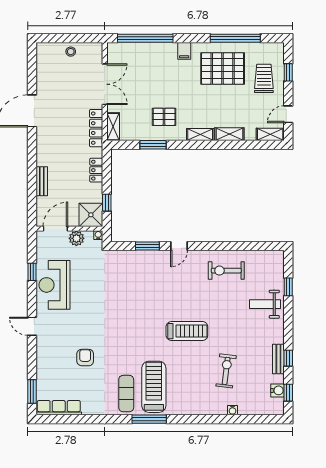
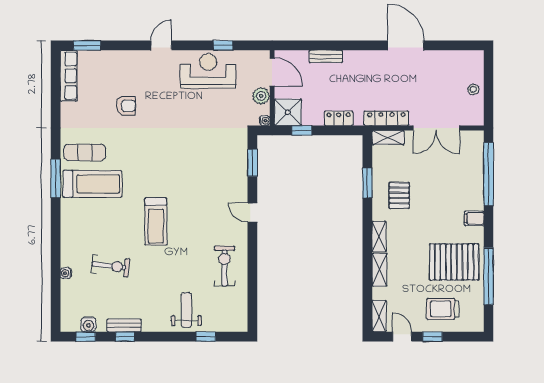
pallet: (223, 68) -> (454, 262), turned 90
window: (288, 72) -> (433, 337), moved
trolley: (264, 78) -> (443, 309), turned 180
window: (147, 246) -> (252, 163), moved

